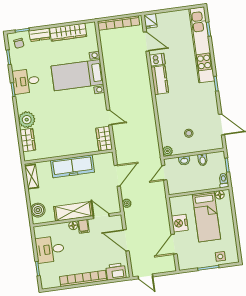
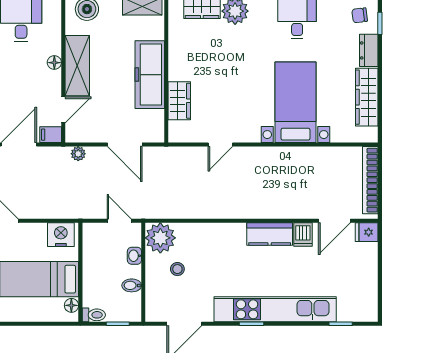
kitchen unit: (202, 45) -> (275, 309), moved
wardrobe: (104, 139) -> (179, 101), moved, turned 90
plant: (167, 151) -> (160, 238), width x1.88, depth x1.88
nightstand: (180, 223) -> (61, 235), moved
filing cabinet: (84, 226) -> (51, 135), moved

